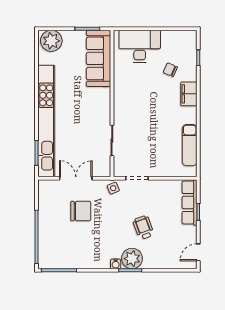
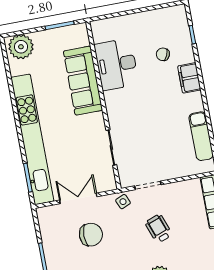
desk: (140, 46) -> (116, 64), moved, turned -90
sofa: (98, 58) -> (83, 81), moved
wheelchair: (143, 228) -> (159, 229), moved

